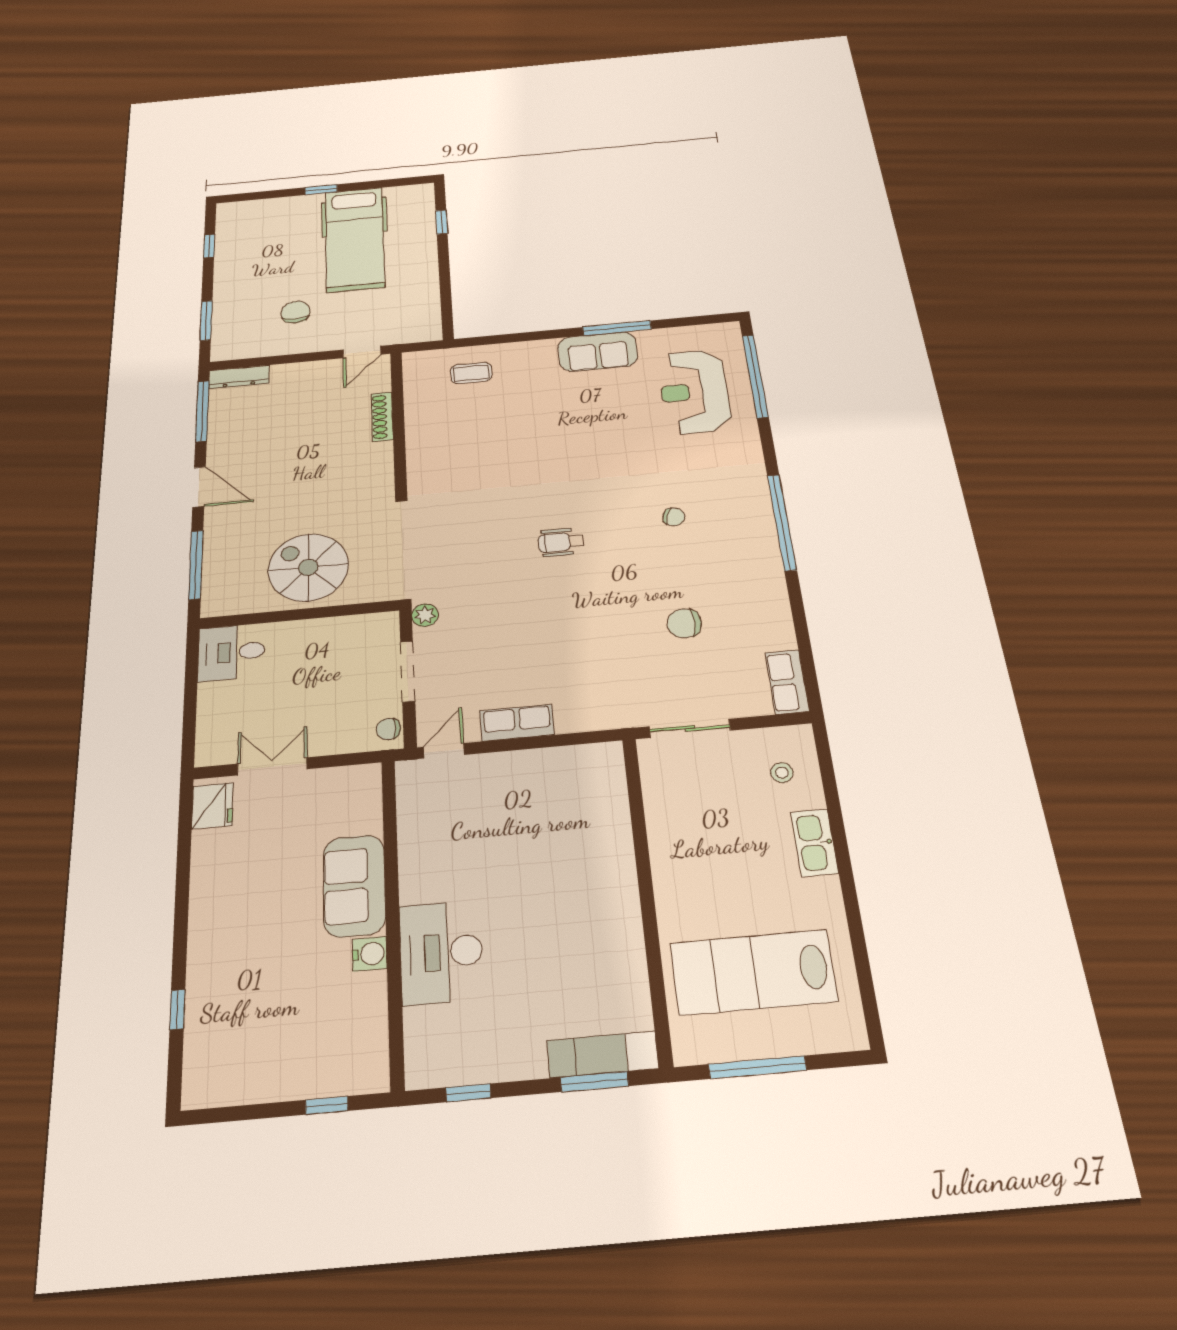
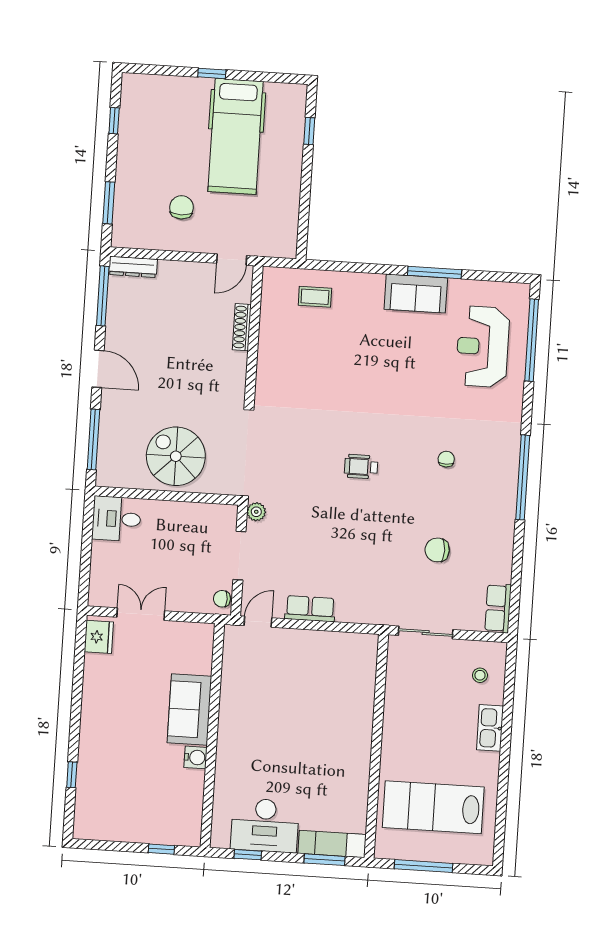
chair: (674, 517) -> (446, 459), turned -109
desk: (441, 952) -> (265, 825), moved, turned -90

